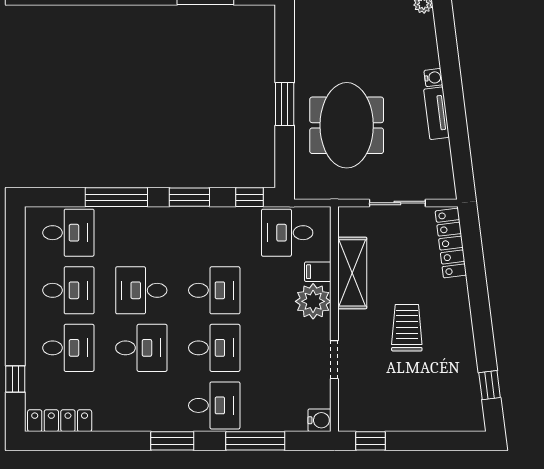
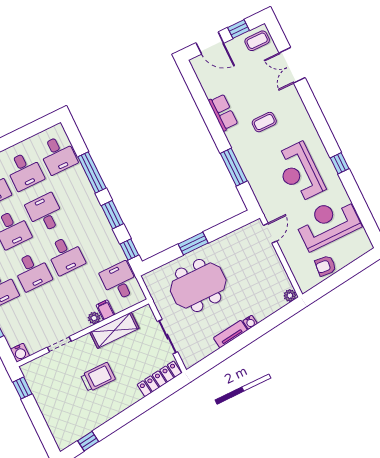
plant: (313, 301) -> (94, 318), width x0.53, depth x0.53

